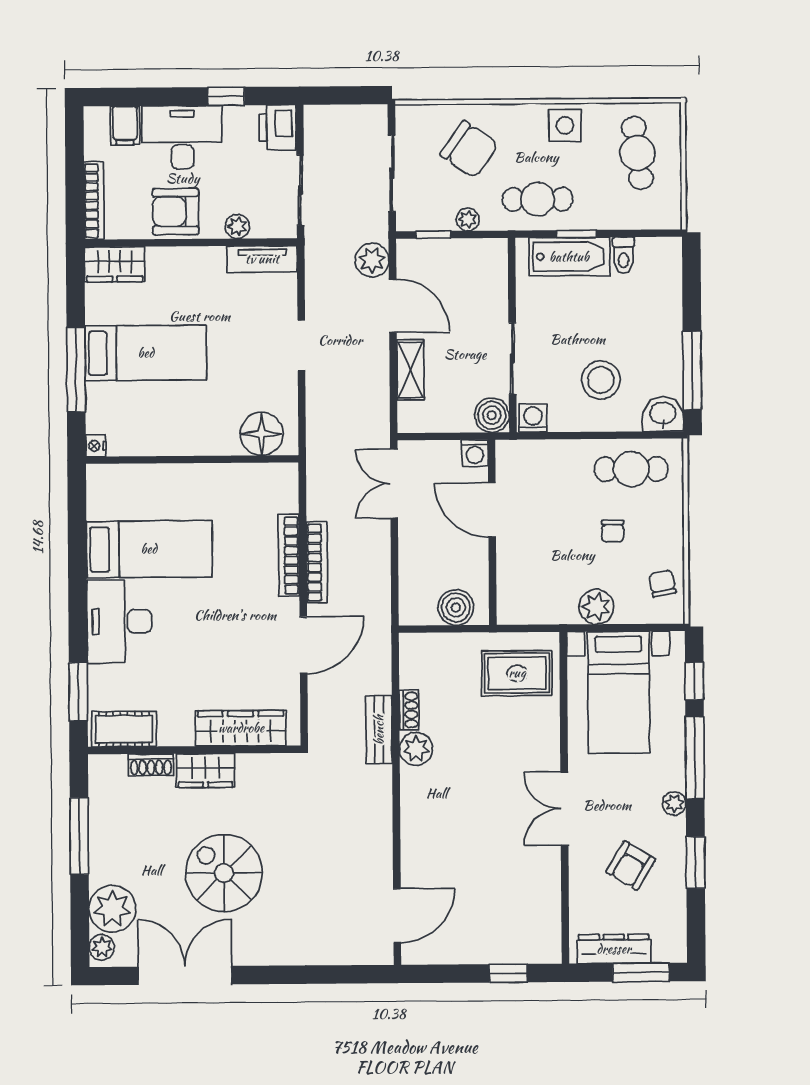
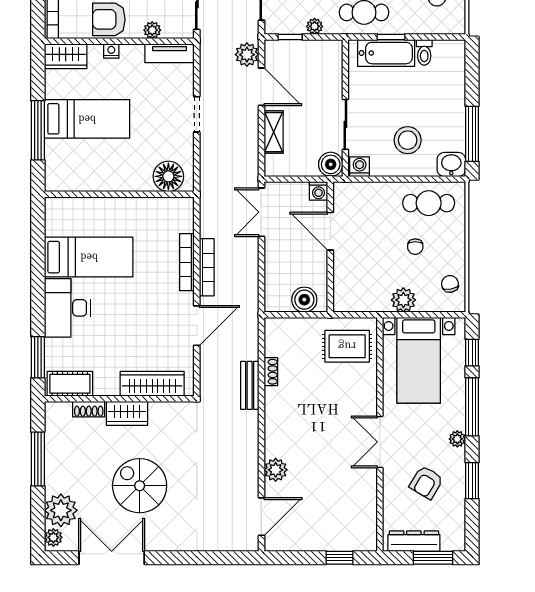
nightstand: (96, 446) -> (111, 51), moved, turned 90
plant: (416, 749) -> (276, 470), moved

